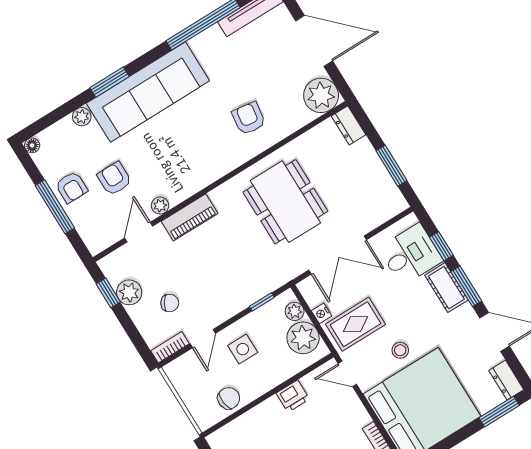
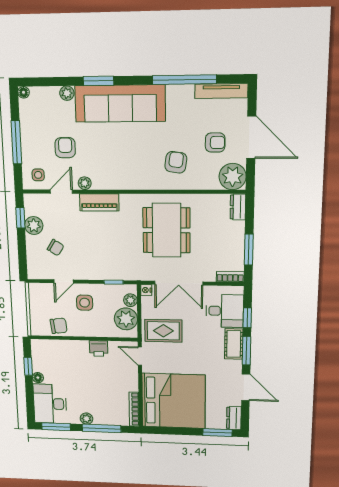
armchair: (71, 187) -> (215, 142), moved, turned -90
side table: (101, 229) -> (38, 175), added
nightstand: (322, 313) -> (146, 290), moved
bookcase: (170, 347) -> (230, 277), moved
stool: (400, 350) -> (181, 362), removed

